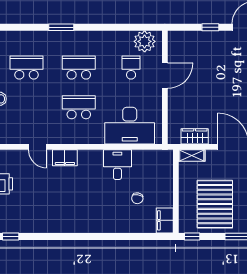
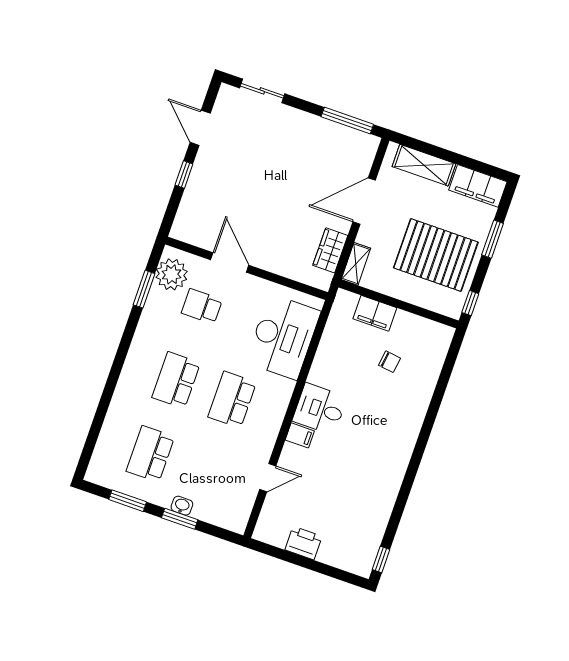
window: (61, 27) -> (144, 289), moved
filing cabinet: (65, 158) -> (300, 435), width x0.50
desk: (117, 165) -> (320, 409), moved
filing cabinet: (165, 220) -> (375, 313), moved

